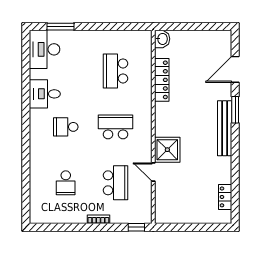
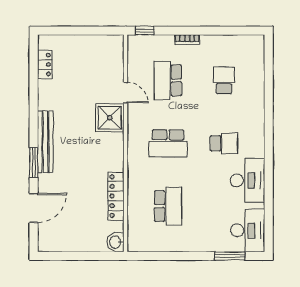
desk: (45, 94) -> (247, 180), width x1.37

